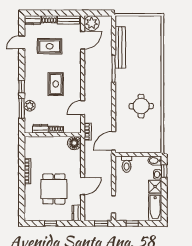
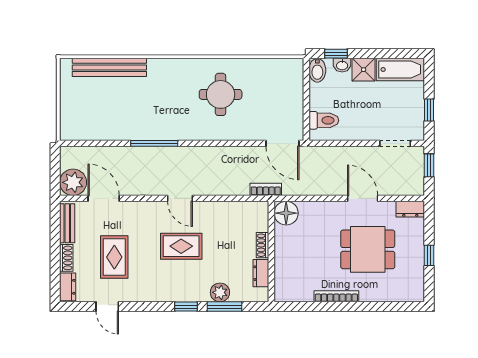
bench: (120, 47) -> (109, 67), moved
door: (83, 108) -> (180, 198), moved

